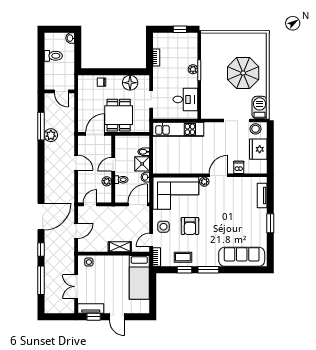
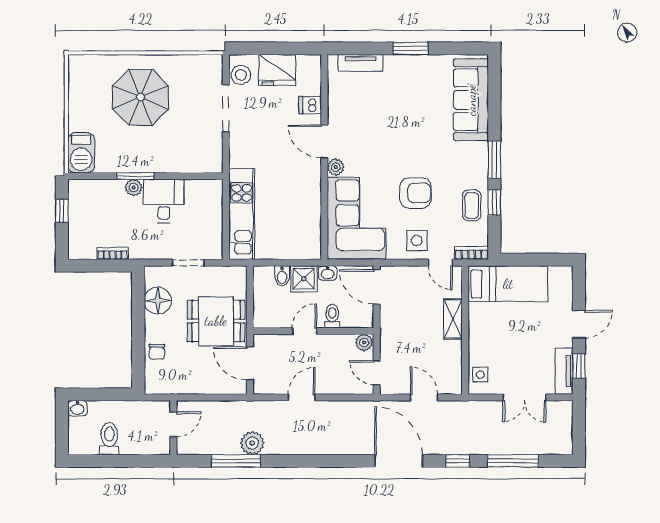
desk: (185, 99) -> (164, 201), moved
barbecue: (260, 108) -> (81, 153), moved, turned -90
door: (113, 164) -> (305, 331), swing flipped
plant: (107, 181) -> (364, 342), moved

